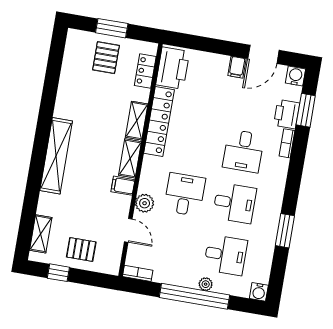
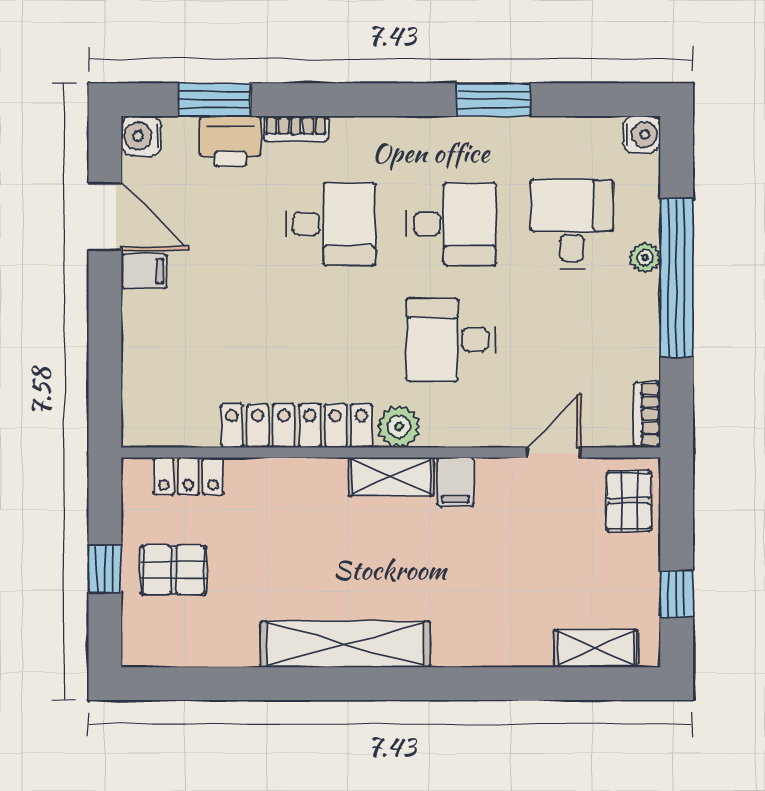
window: (112, 28) -> (105, 569), width x0.67
printer: (173, 68) -> (171, 416), removed
shelving: (137, 121) -> (303, 476), removed
shelving: (56, 156) -> (345, 644), moved
plant: (145, 203) -> (399, 426), moved
desk: (234, 203) -> (451, 224), turned 90
pallet: (81, 249) -> (629, 501), moved

